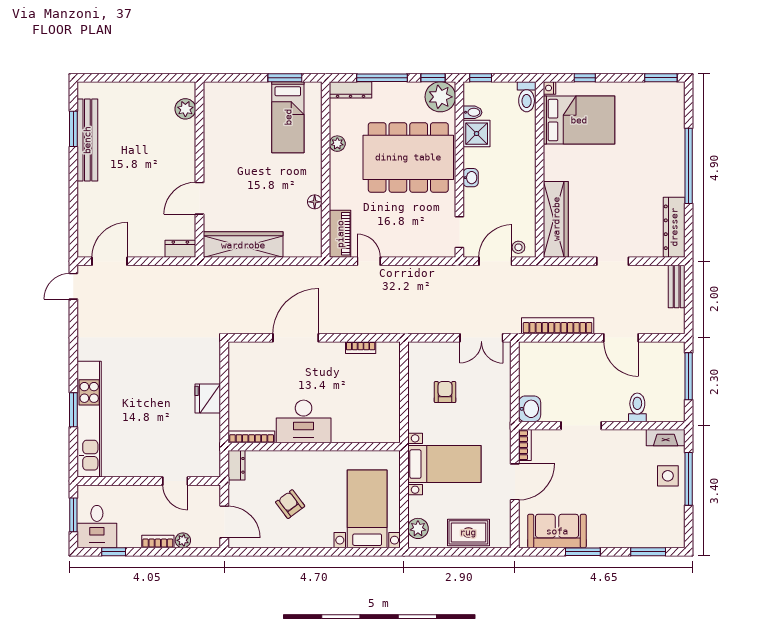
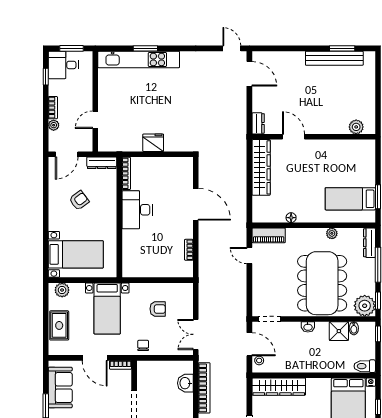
door: (369, 261) -> (249, 256), swing flipped
washbasin: (530, 409) -> (185, 383), moved, turned 90
chair: (497, 413) -> (143, 345), added
dresser: (236, 465) -> (102, 163), width x1.44

